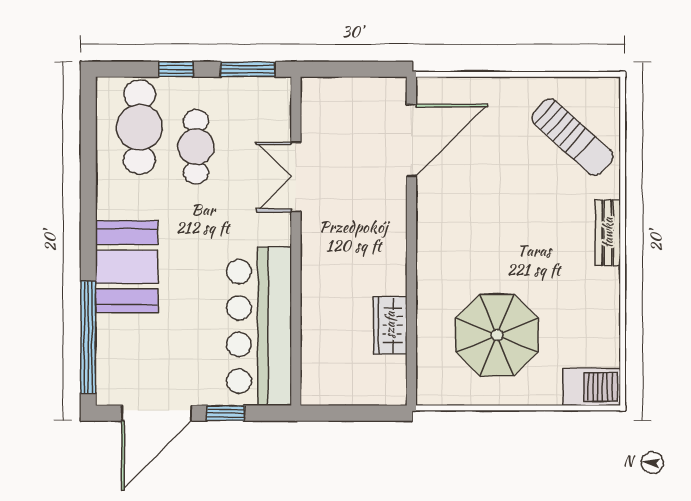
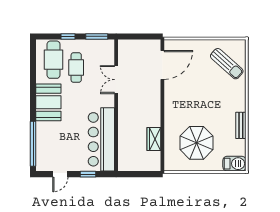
bench: (608, 233) -> (241, 125), moved
booth: (127, 267) -> (48, 102), moved
door: (157, 413) -> (60, 174), width x0.53

